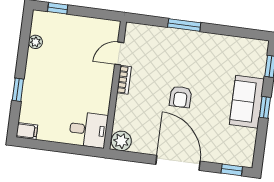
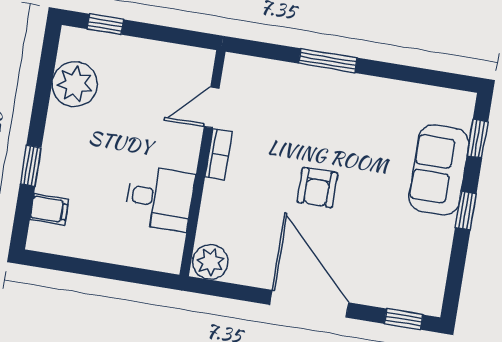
plant: (35, 42) -> (75, 84), width x1.88, depth x1.88
sofa: (247, 102) -> (439, 170), moved
desk: (88, 130) -> (160, 198), moved
filing cabinet: (27, 131) -> (49, 209), moved

